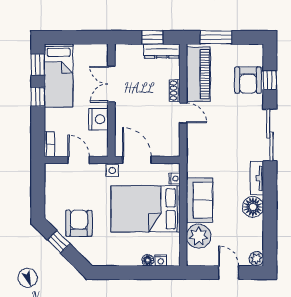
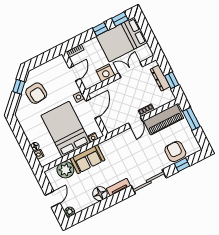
dresser: (162, 51) -> (160, 78), moved
bed: (59, 75) -> (122, 39), width x1.50
armchair: (248, 80) -> (175, 151), turned 90
armchair: (79, 223) -> (36, 93), turned 84

